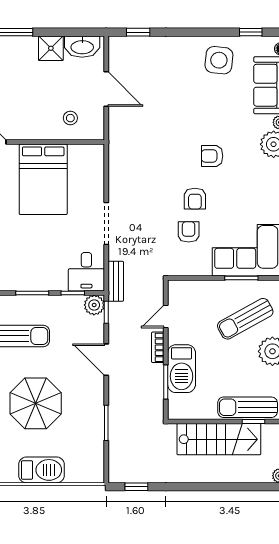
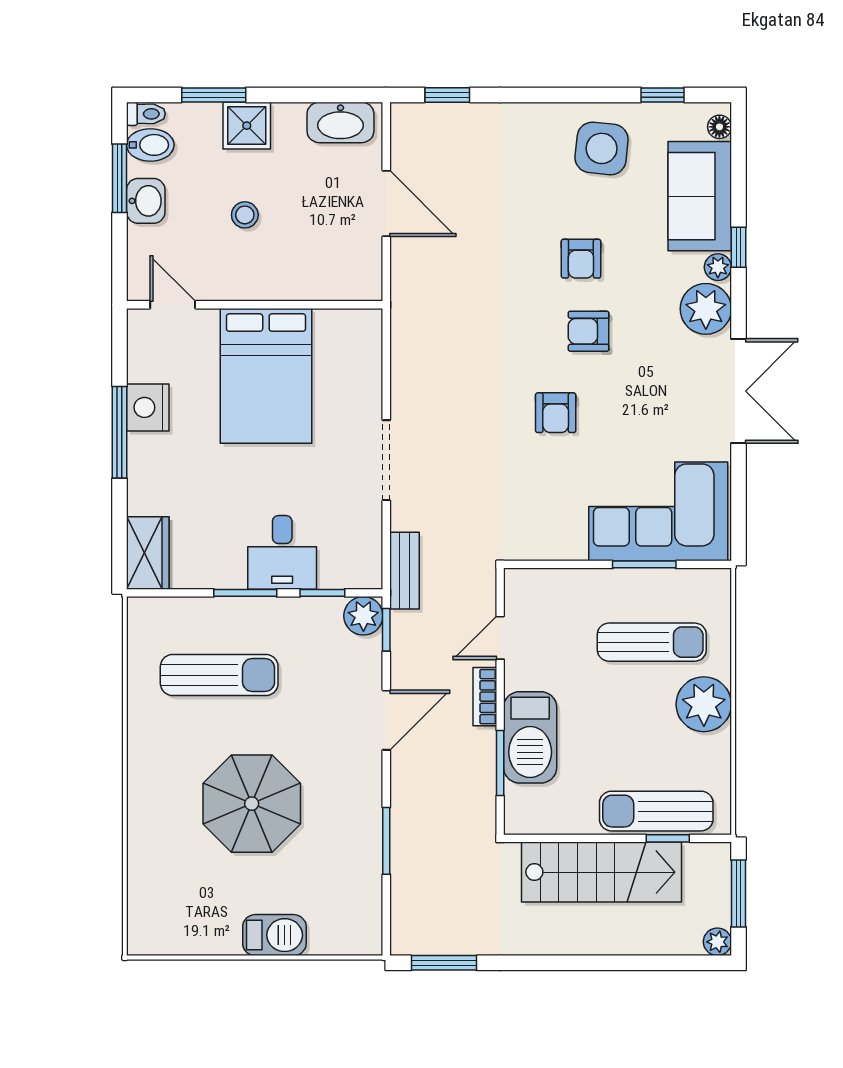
shower: (51, 48) -> (247, 126), moved
stool: (70, 118) -> (245, 215), moved
armchair: (189, 232) -> (581, 259), moved, turned 180
desk: (86, 272) -> (282, 552), moved
sun lounger: (245, 319) -> (652, 642), turned -151
door: (106, 360) -> (386, 720), swing flipped
barbecue: (42, 470) -> (274, 935), width x0.73, depth x0.83
window: (136, 487) -> (444, 963), width x1.50

